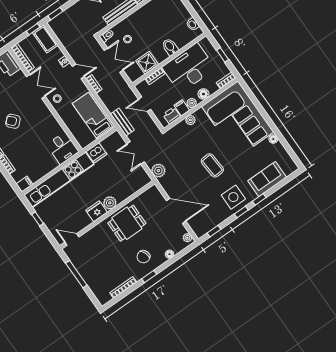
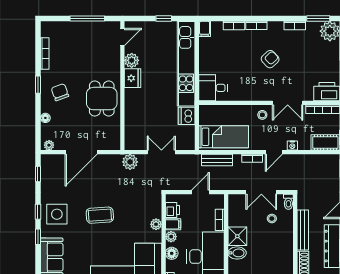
shower: (147, 63) -> (237, 236), moved
bench: (122, 122) -> (217, 160), moved
plant: (110, 203) -> (132, 60), moved

